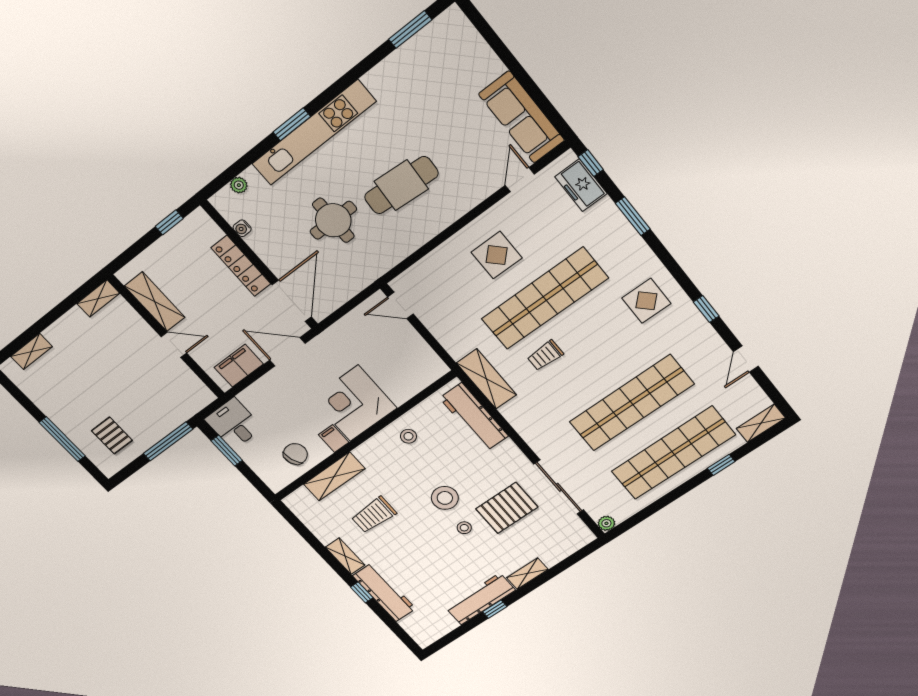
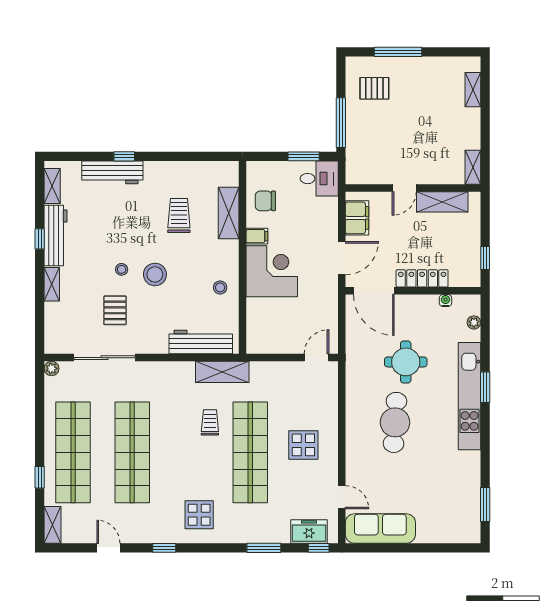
chair: (295, 454) -> (265, 201), turned 109
pallet: (507, 508) -> (115, 310), width x0.67, depth x0.71
shelving: (345, 556) -> (52, 186), moved, turned 90

